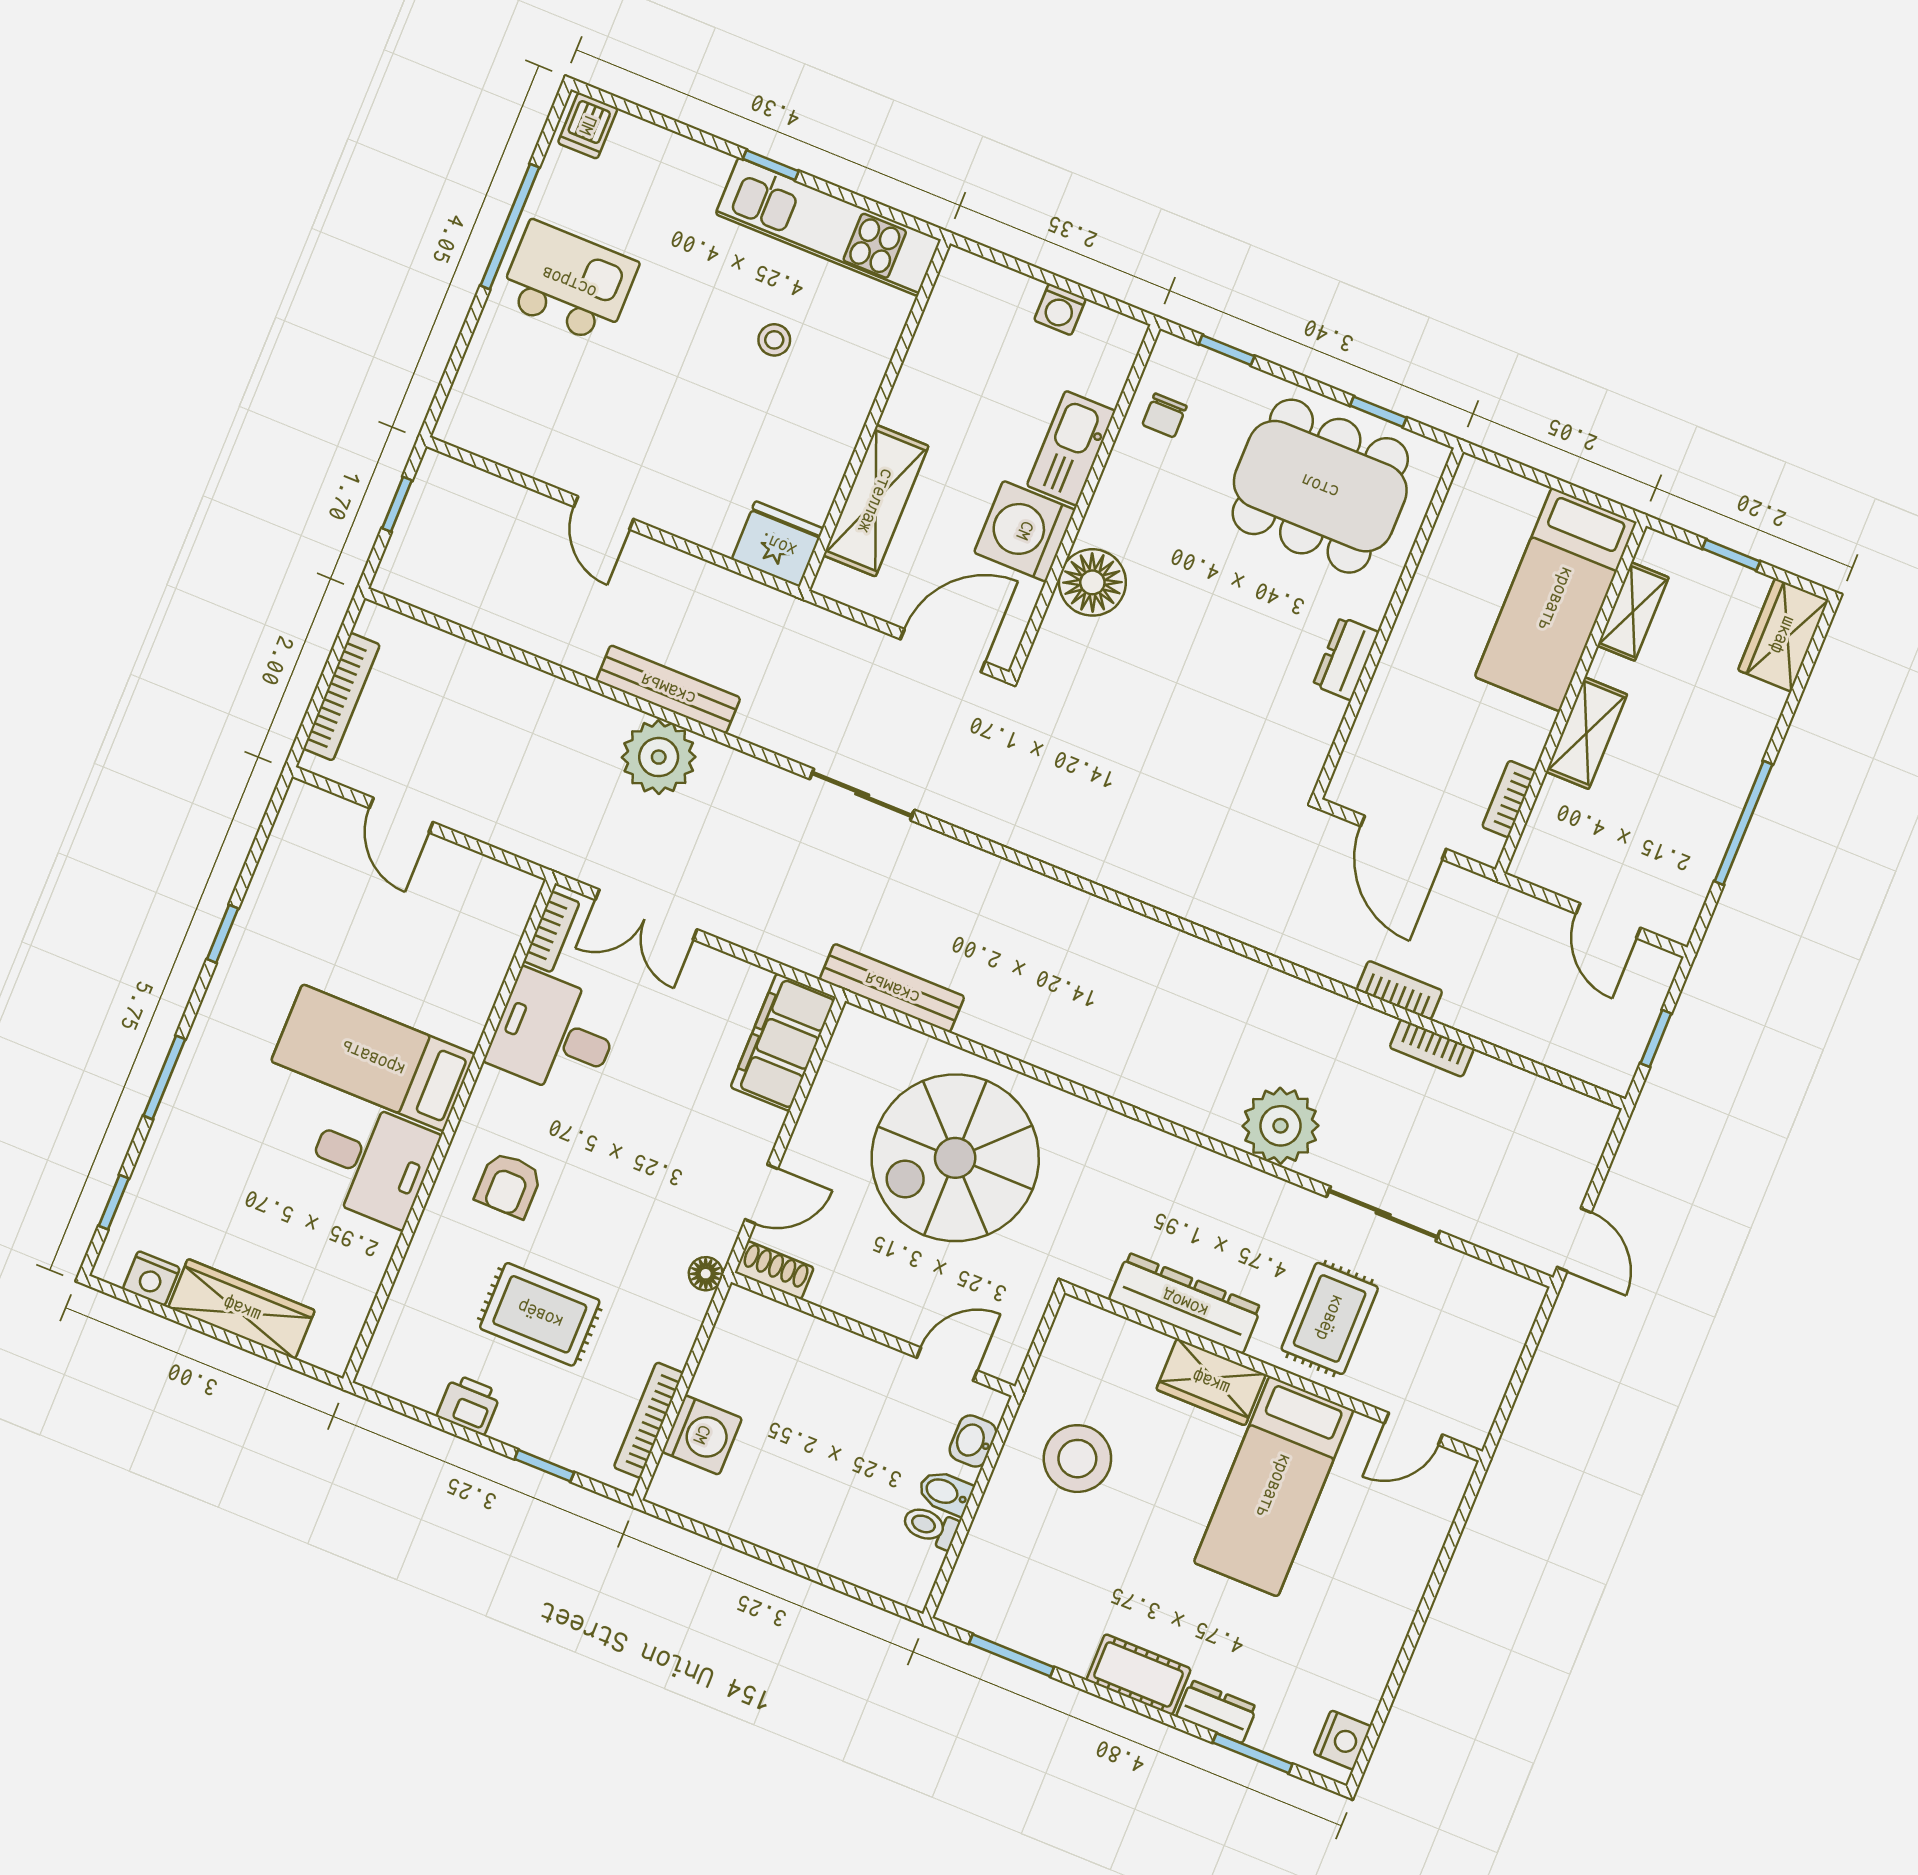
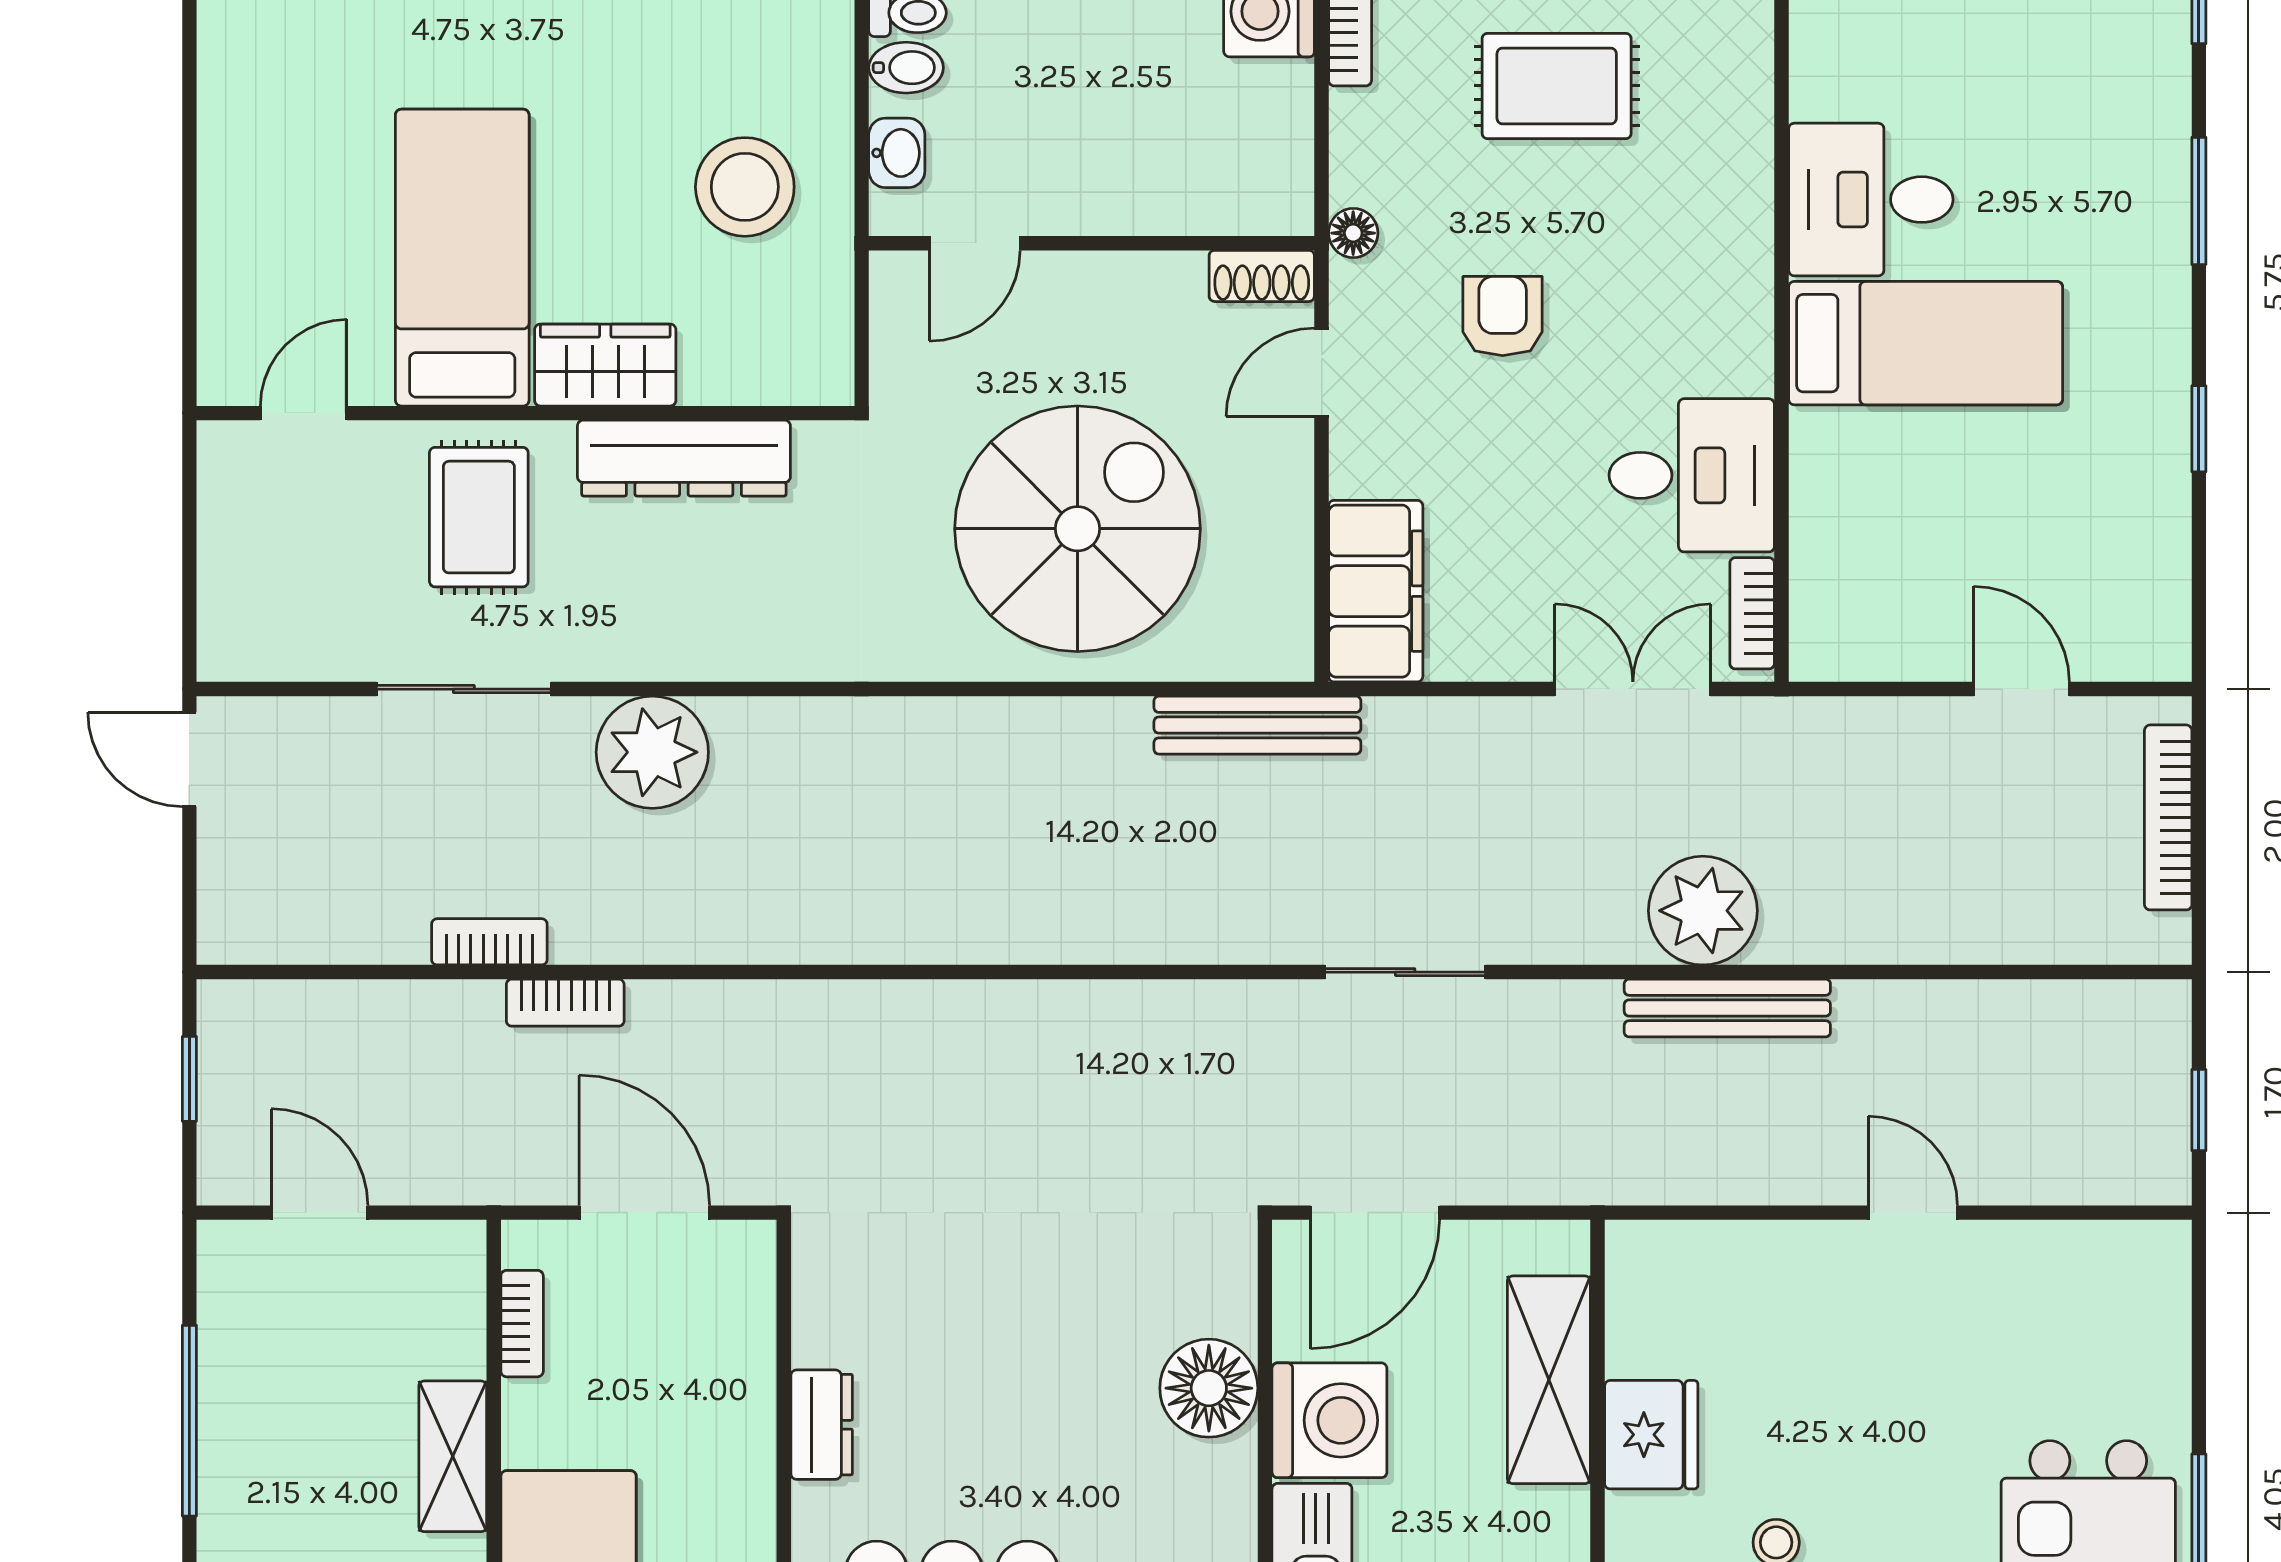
fridge: (778, 544) -> (1651, 1435), moved, turned -90
armchair: (509, 1185) -> (1503, 316), moved

